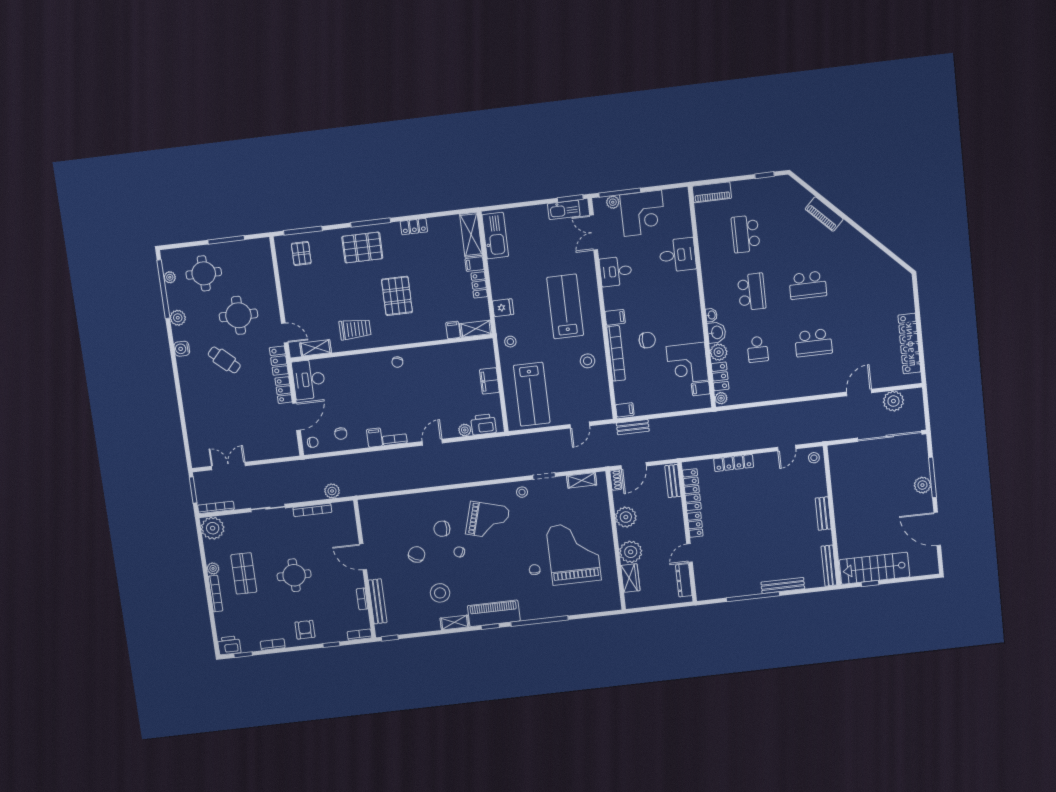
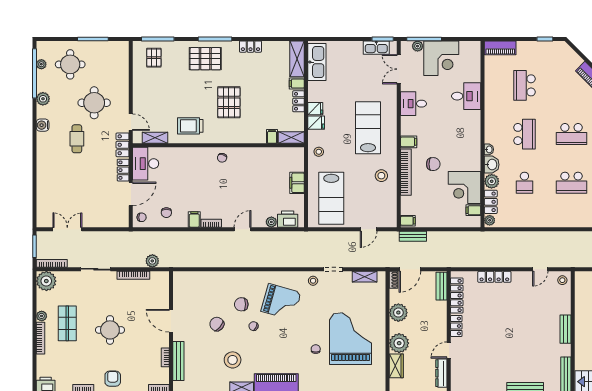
fridge: (500, 291) -> (315, 109), added
trolley: (355, 329) -> (190, 126), turned 180
cafe table: (224, 360) -> (77, 139), turned 48
chair: (417, 554) -> (217, 324), turned -76

